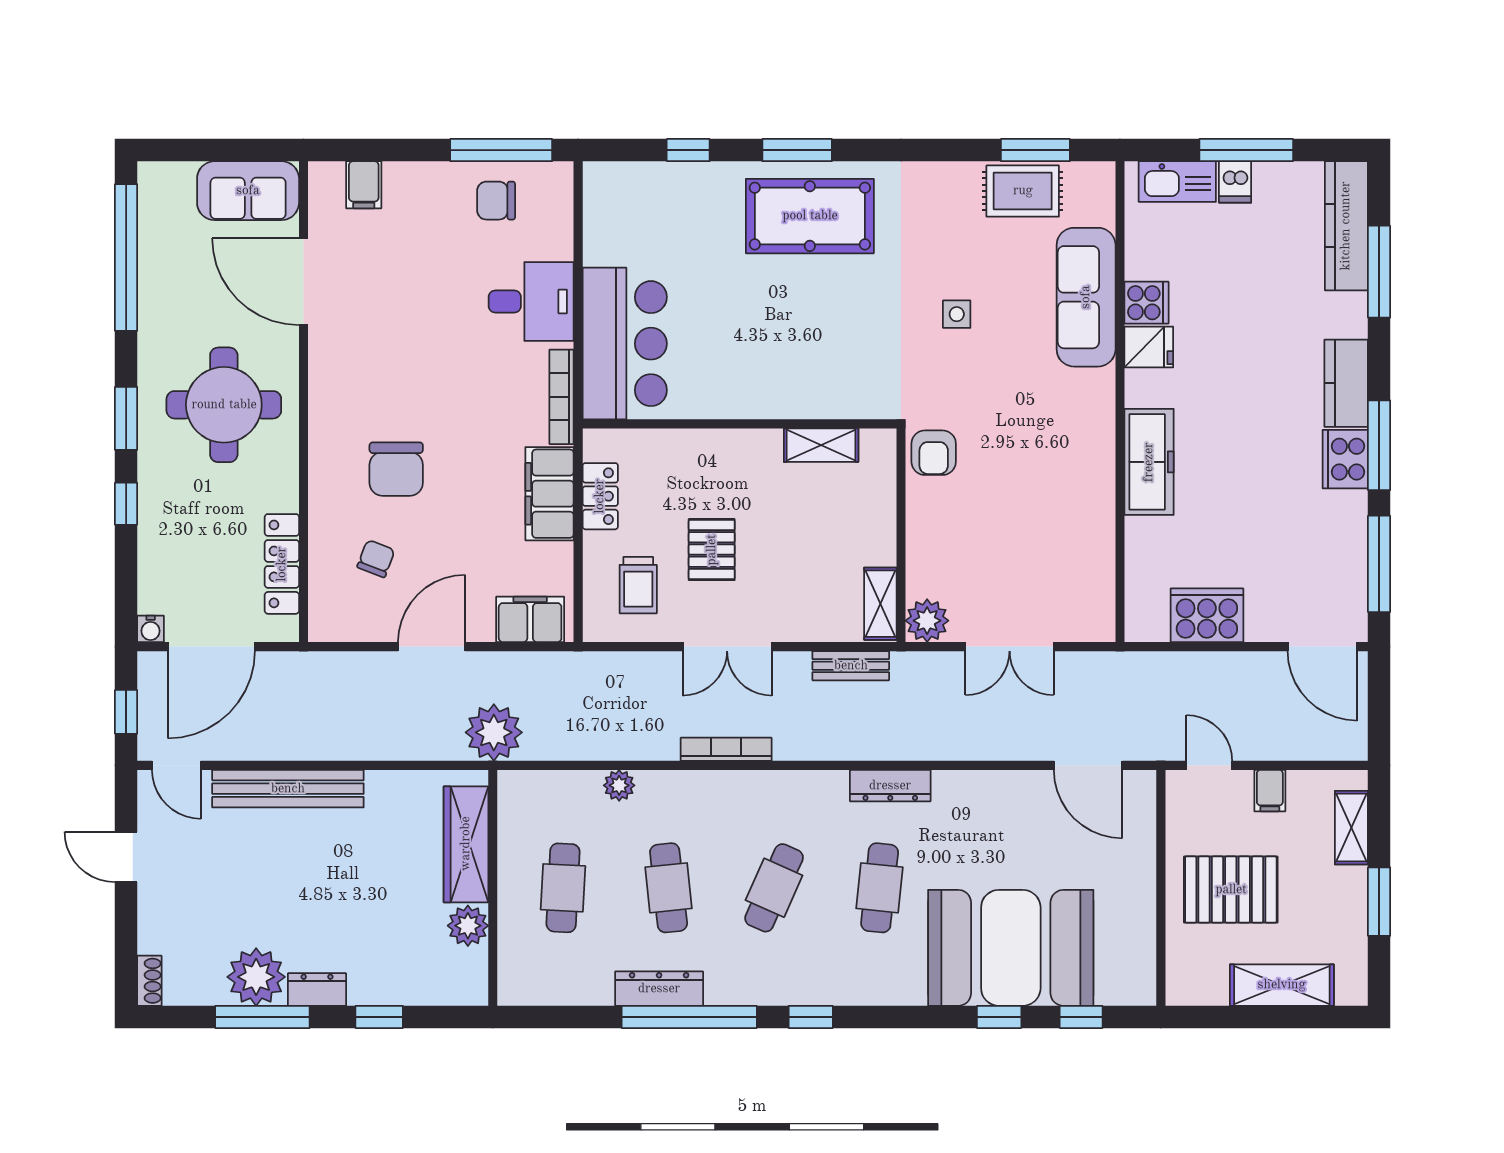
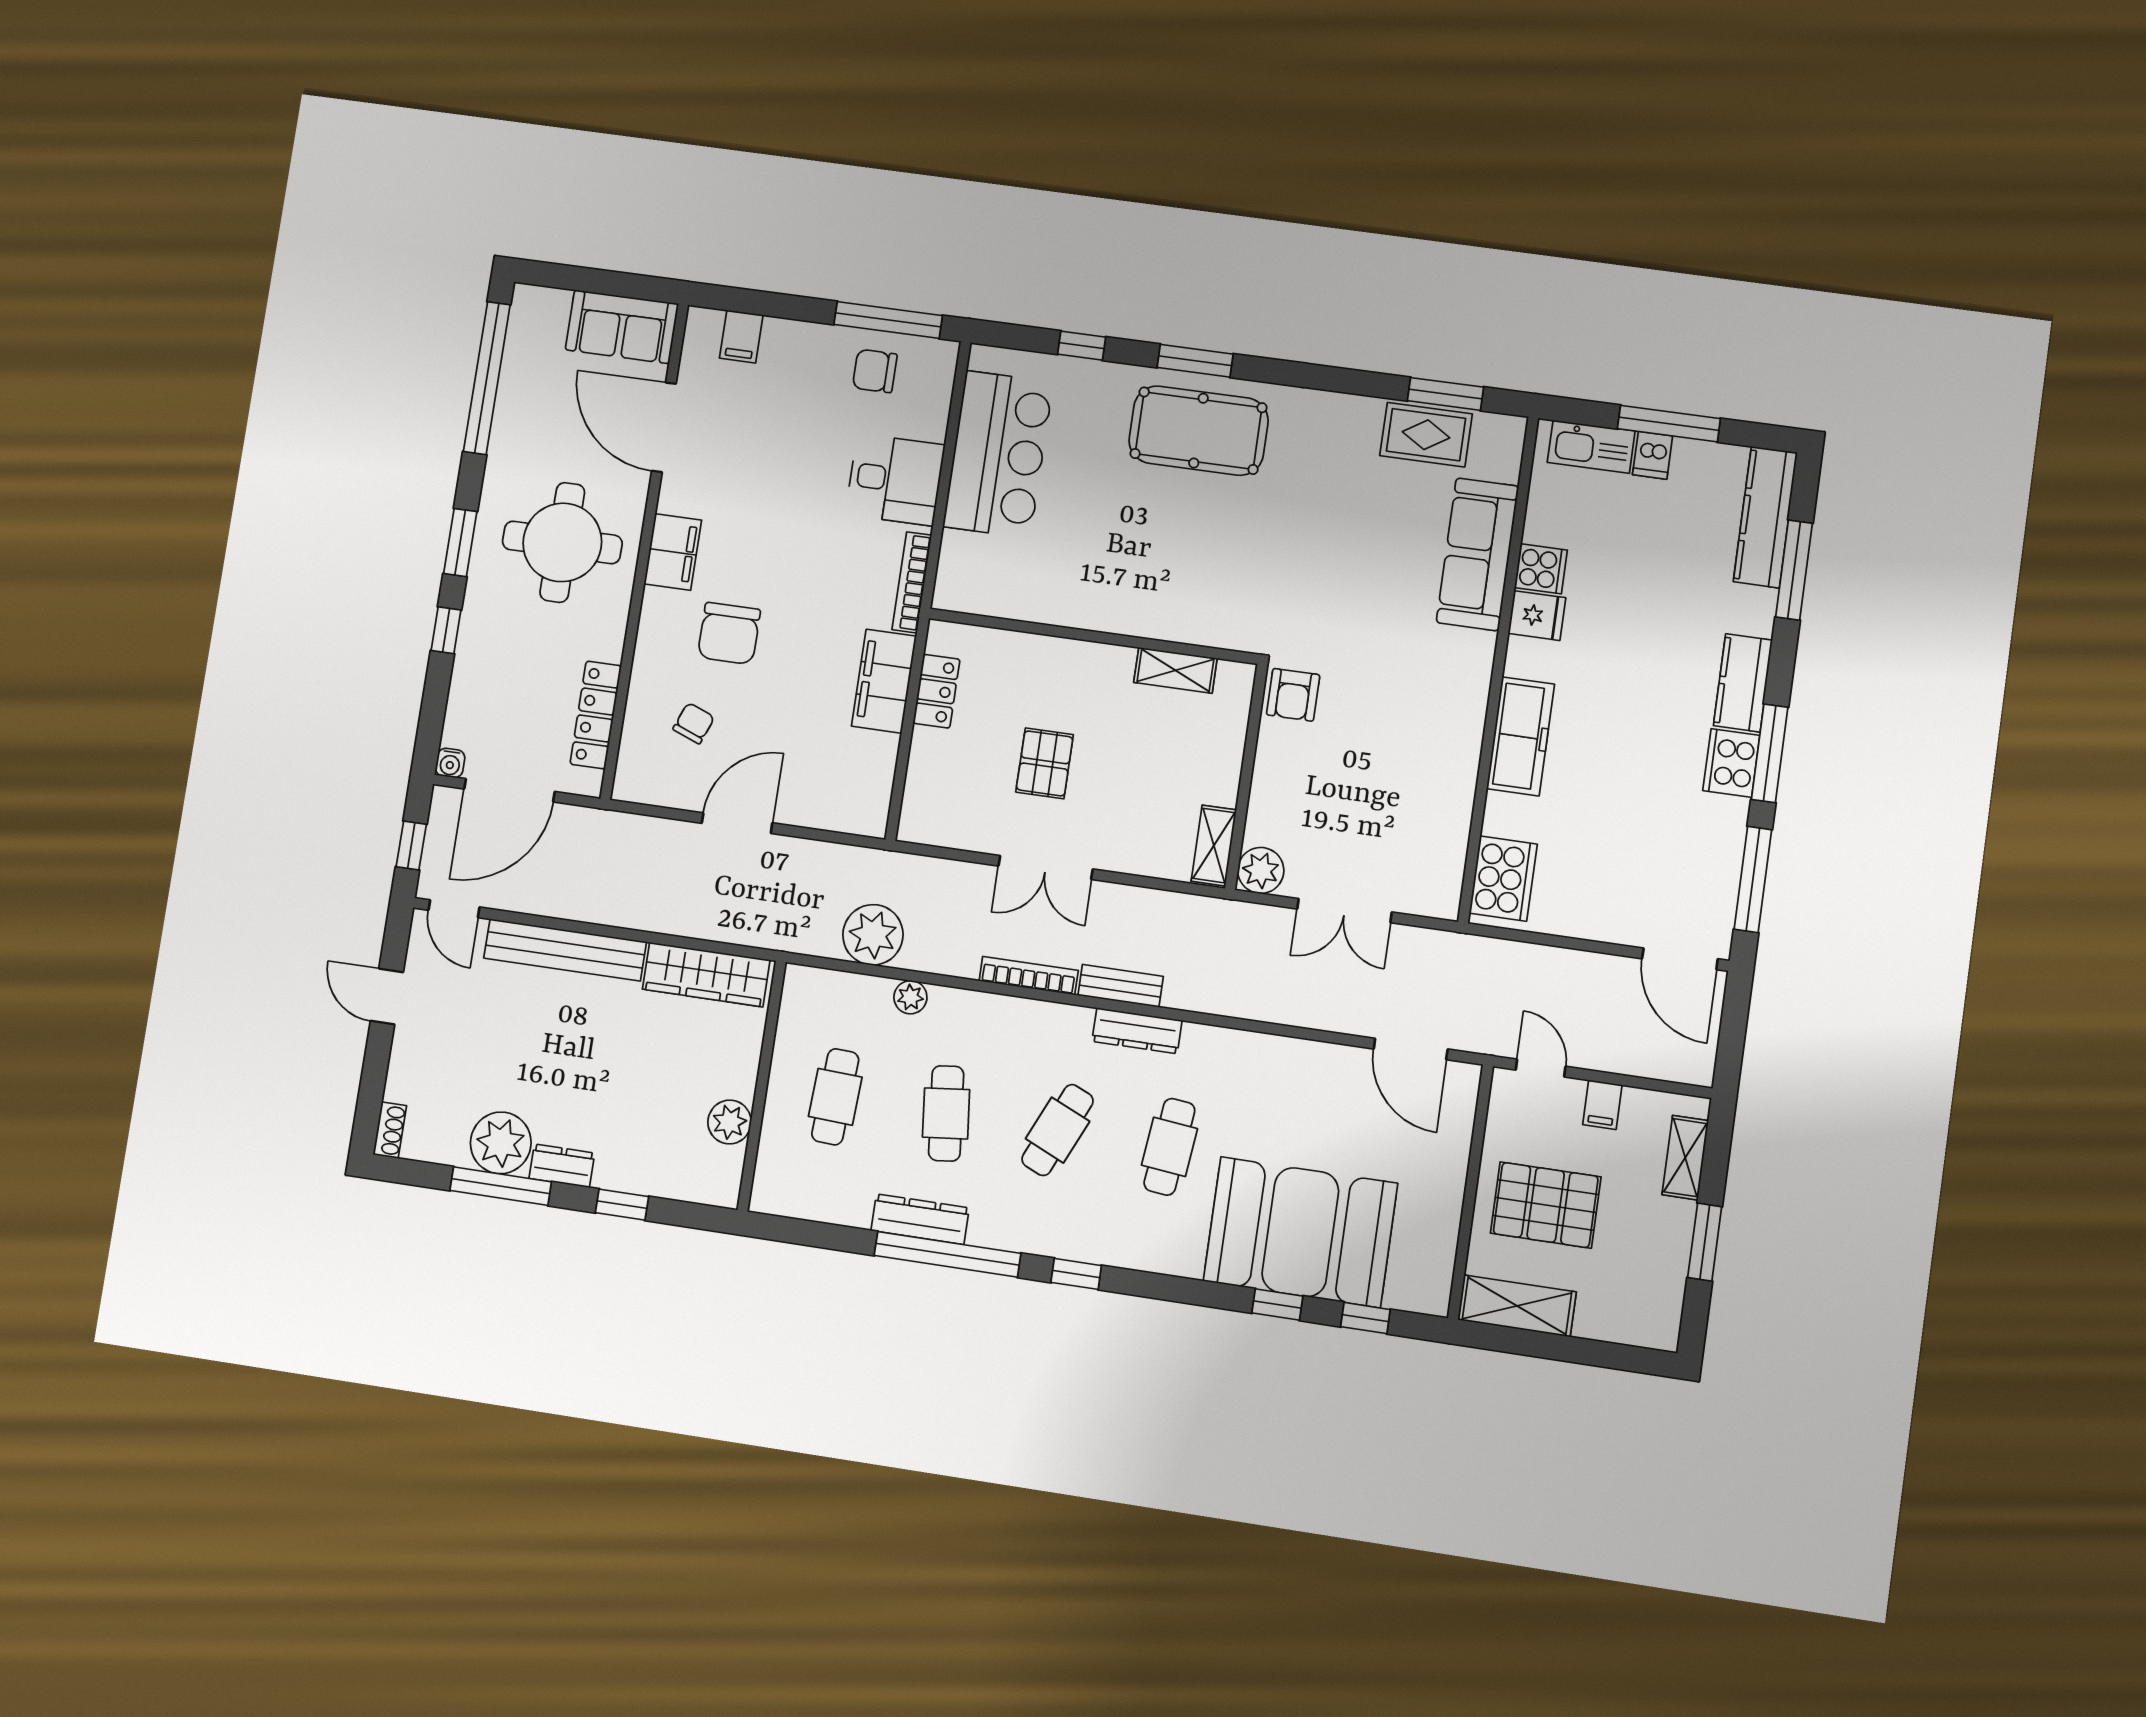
side table: (957, 314) -> (1338, 553), removed
bar counter: (625, 344) -> (998, 454), moved
trolley: (638, 585) -> (962, 790), removed
cooker: (1207, 615) -> (1503, 879), moved, turned 90
filing cabinet: (530, 619) -> (673, 552), moved, turned 90
bench: (851, 666) -> (1121, 986), moved
plant: (494, 732) -> (873, 935), moved
dresser: (890, 786) -> (1137, 1031), moved
wardrobe: (466, 844) -> (706, 975), moved, turned -90
shelving: (1282, 985) -> (1517, 1306), moved

